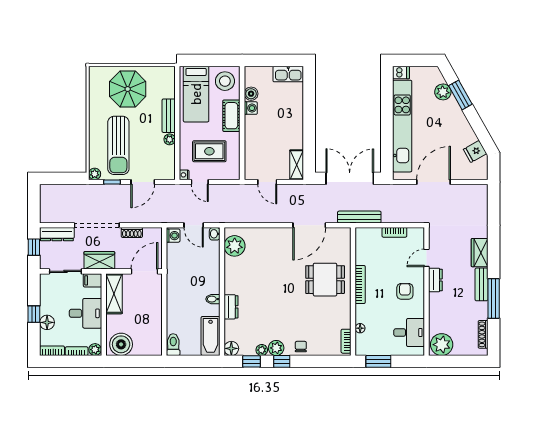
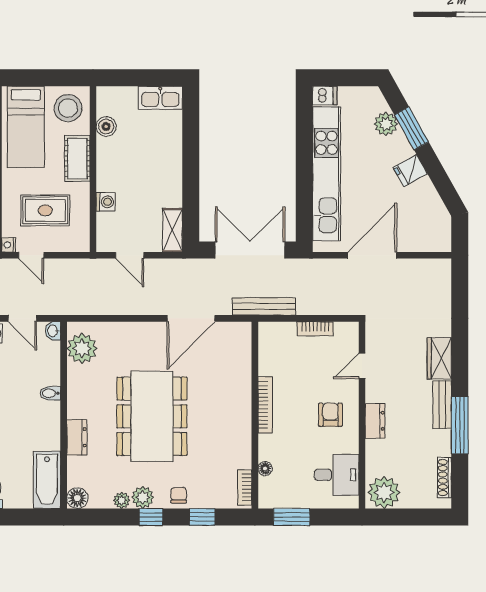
washing machine: (251, 108) -> (106, 202), moved
fridge: (475, 151) -> (410, 171), moved
dining table: (325, 280) -> (152, 416), moved, width x1.88, depth x1.24
dresser: (435, 280) -> (375, 421), moved
bidet: (213, 299) -> (50, 393), moved
window: (252, 361) -> (202, 517), moved

